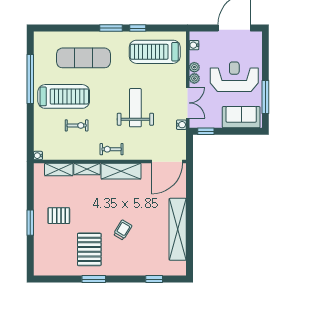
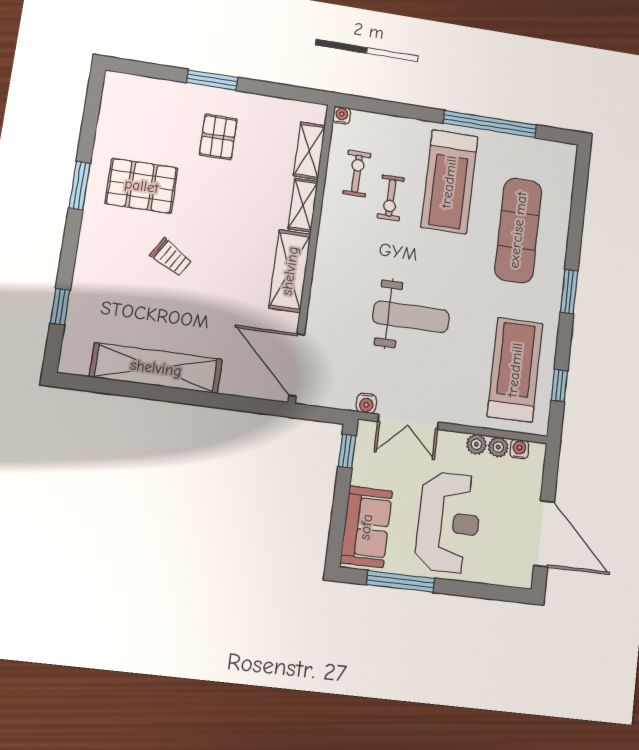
window: (138, 28) -> (559, 386), moved
plant: (194, 78) -> (498, 447), moved
exercise bike: (112, 149) -> (357, 174), moved

